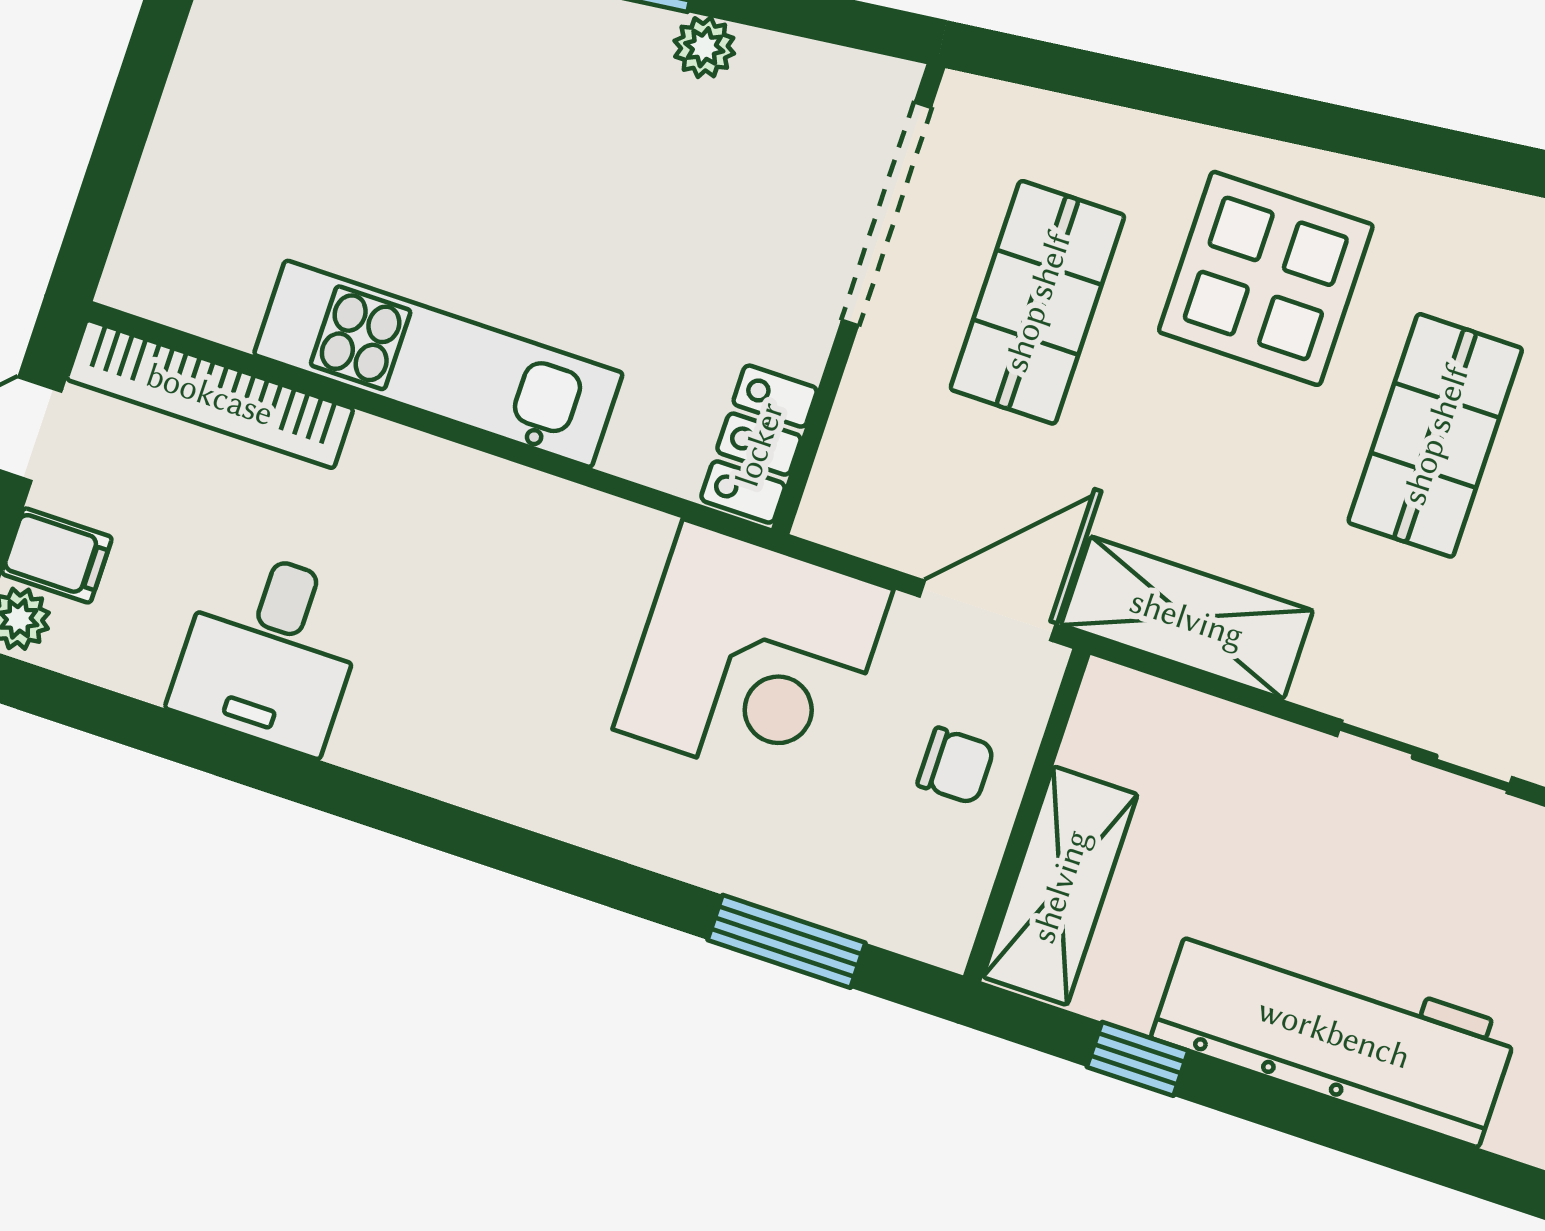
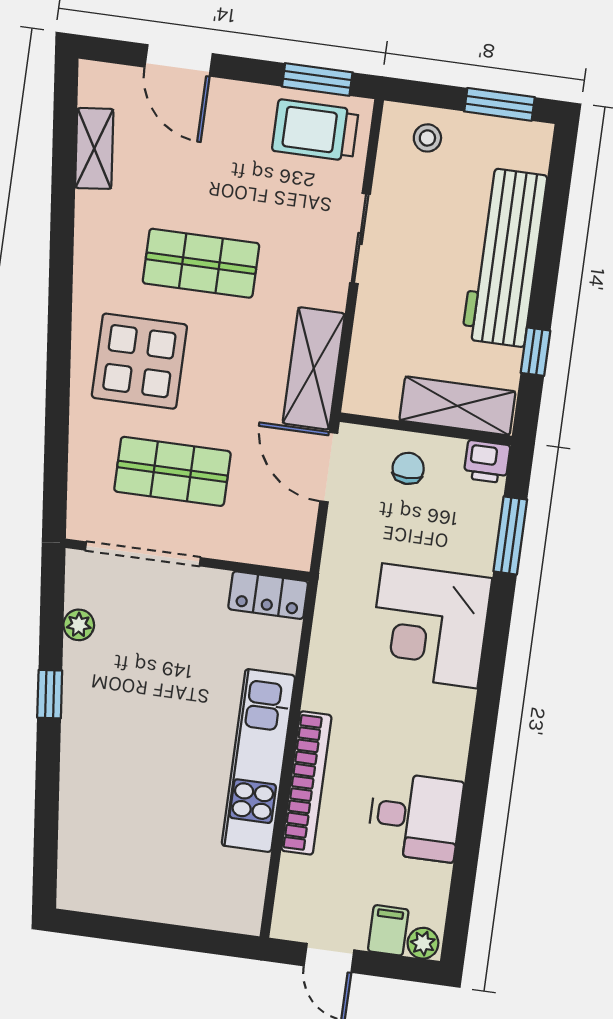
plant: (704, 47) -> (79, 625), moved
bookcase: (210, 394) -> (306, 783), moved
corner desk: (753, 659) -> (430, 626), moved, turned 180
printer: (940, 923) -> (487, 462), added

